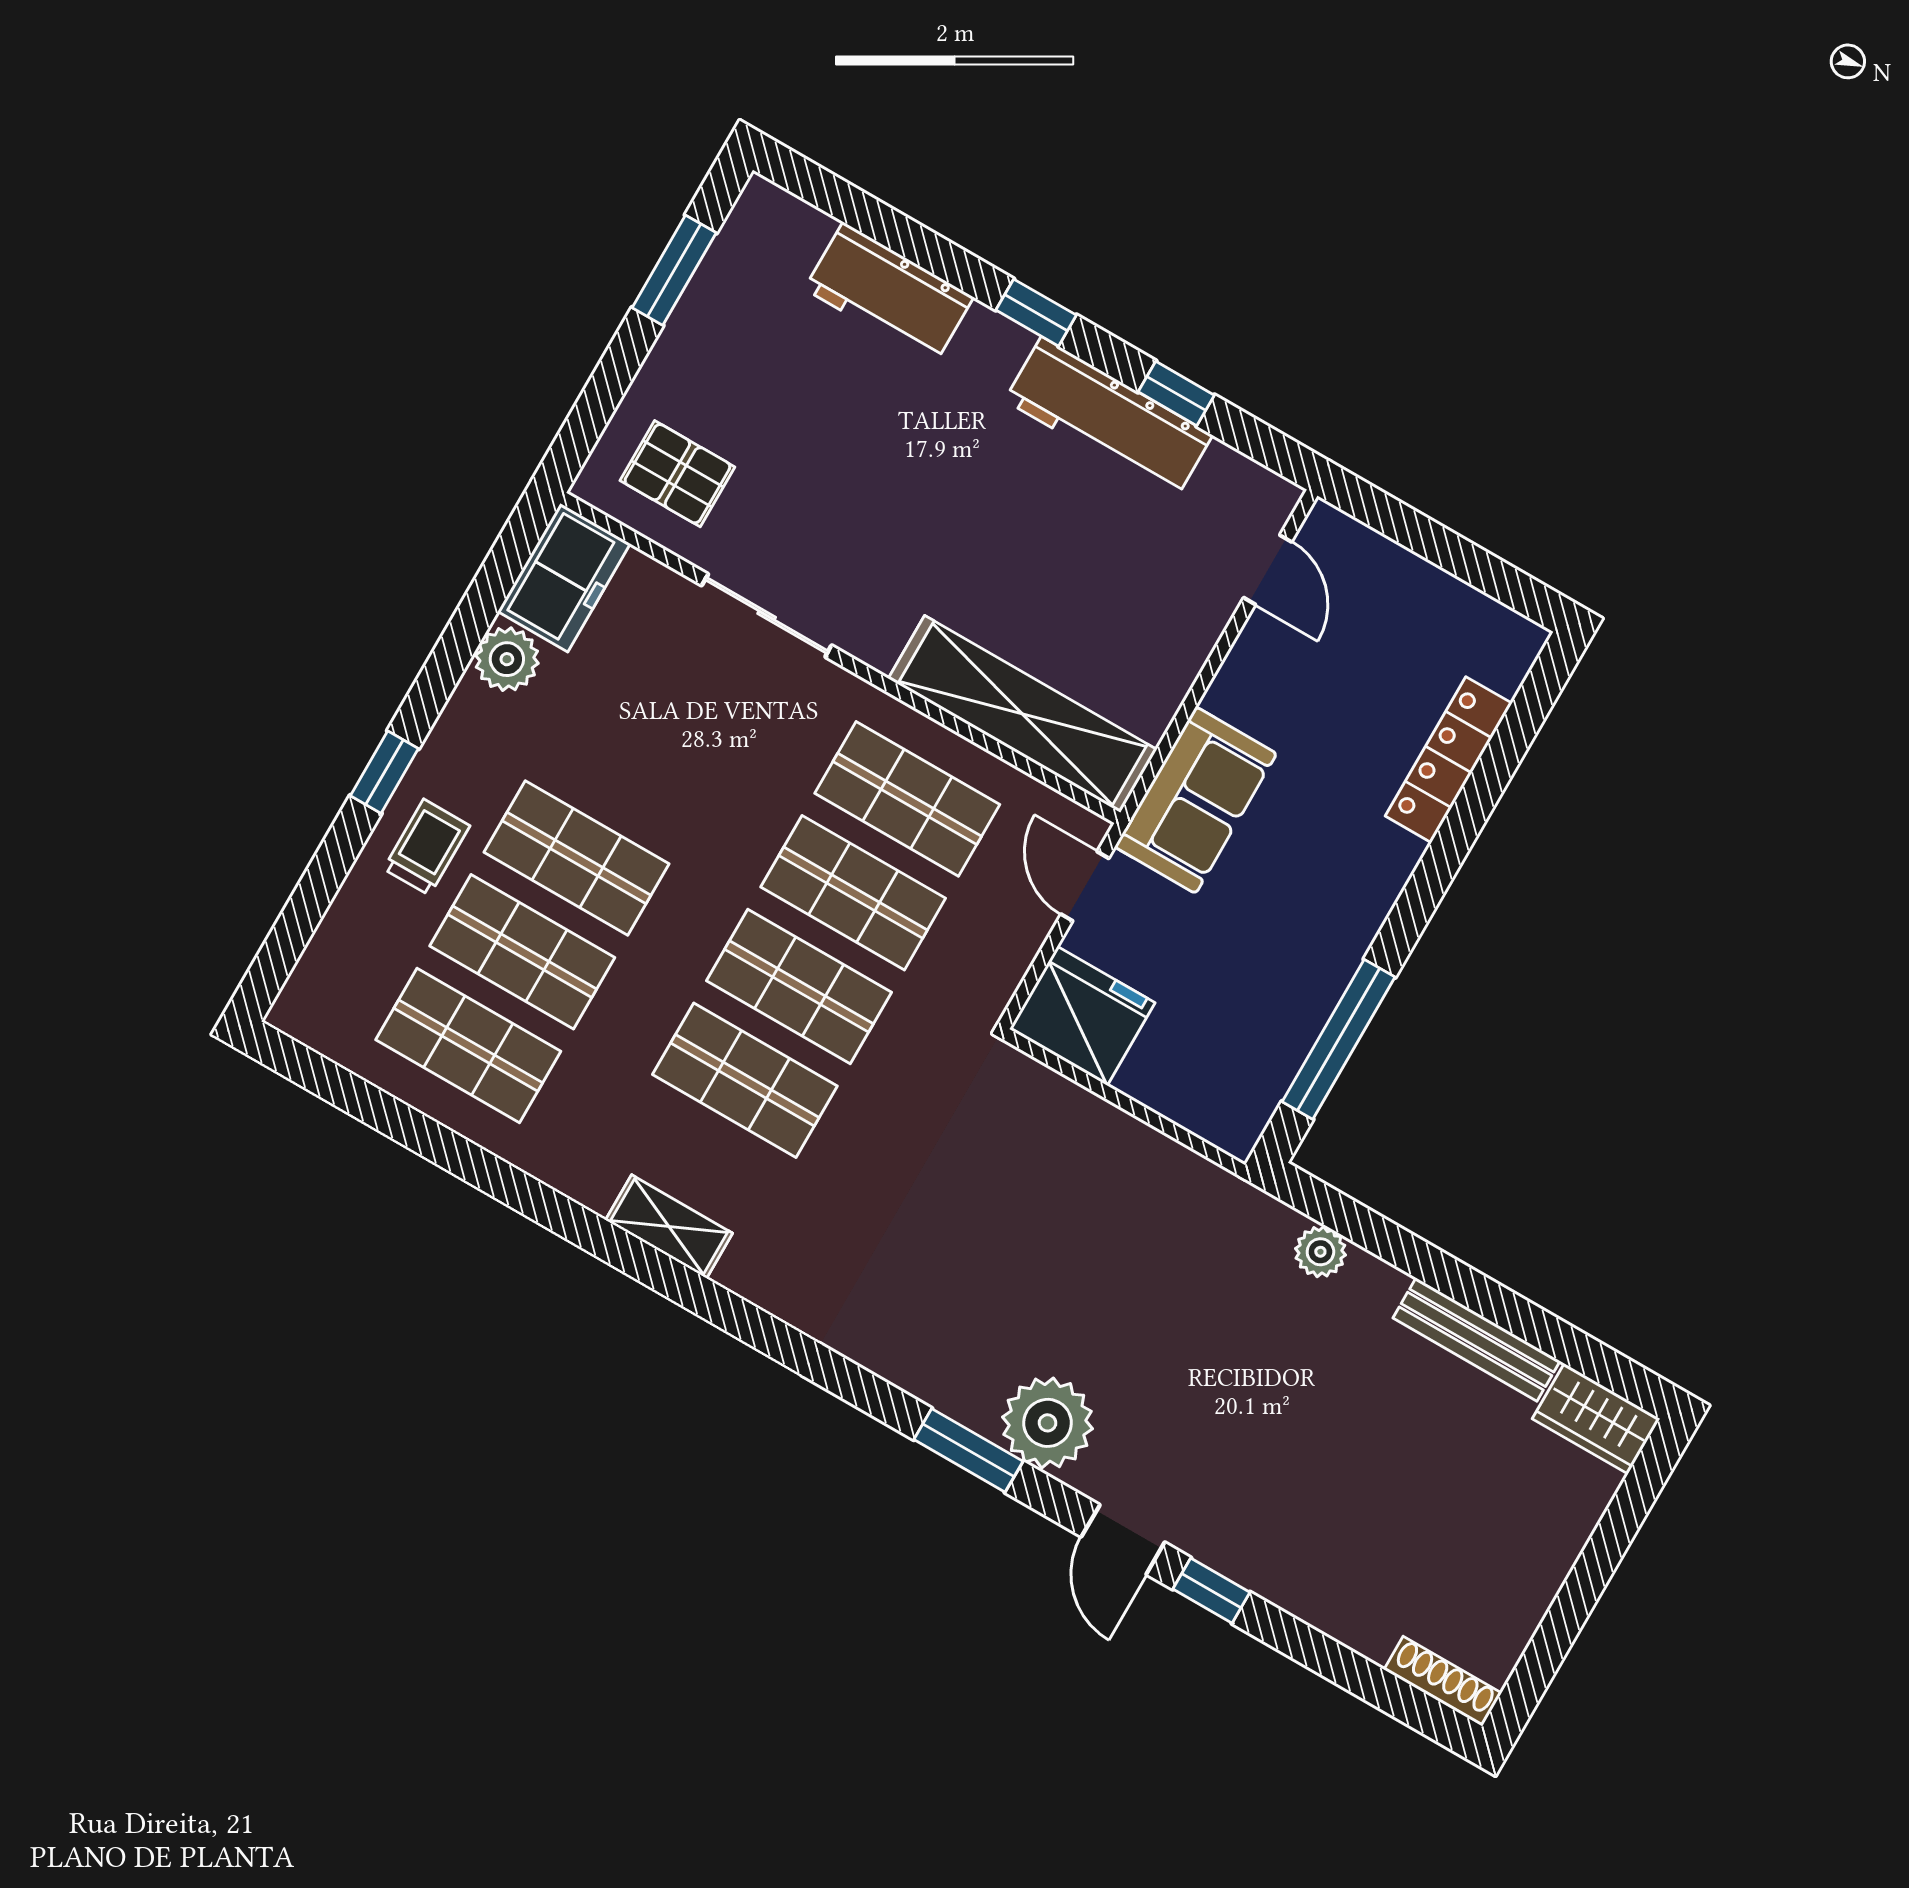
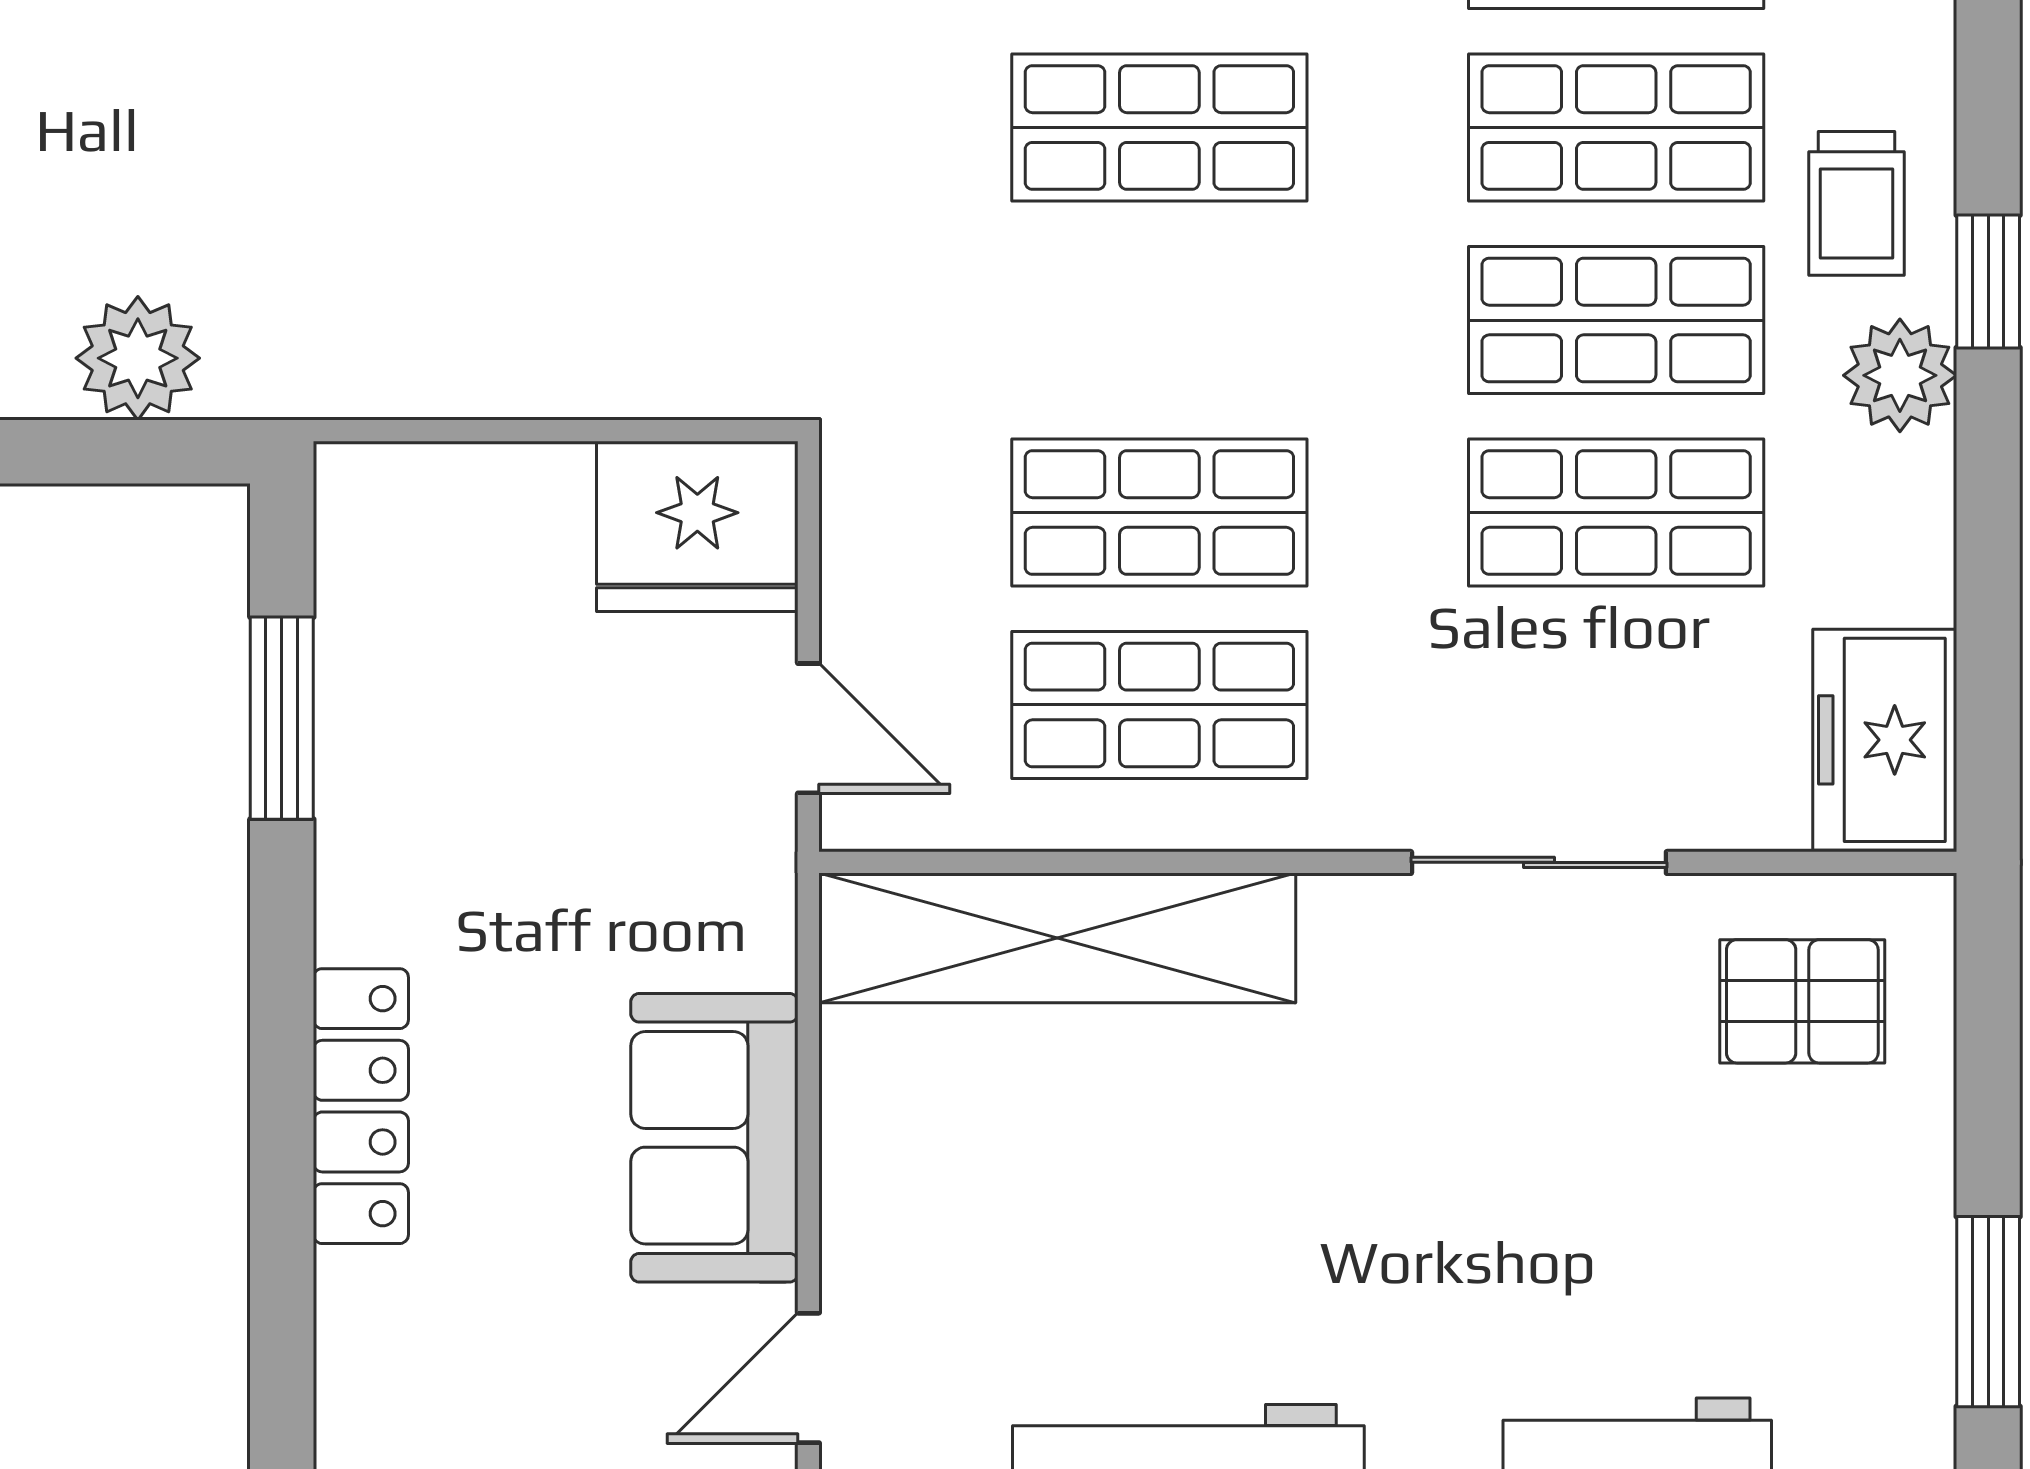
door: (1268, 570) -> (808, 1378), hinge flipped
plant: (507, 659) -> (1900, 375), moved
locker: (1449, 760) -> (361, 1106), moved
sofa: (1196, 800) -> (714, 1138), moved
shop shelf: (799, 986) -> (1616, 512), moved
window: (1339, 1039) -> (282, 718), width x0.69
plant: (1320, 1252) -> (138, 358), width x1.38, depth x1.38

